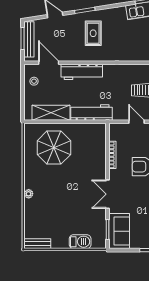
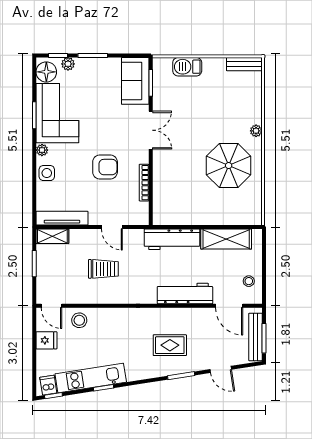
rug: (93, 33) -> (170, 345), turned 90
parasol: (54, 148) -> (229, 166), moved

